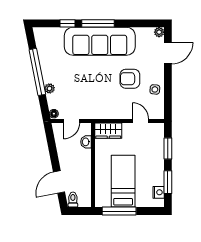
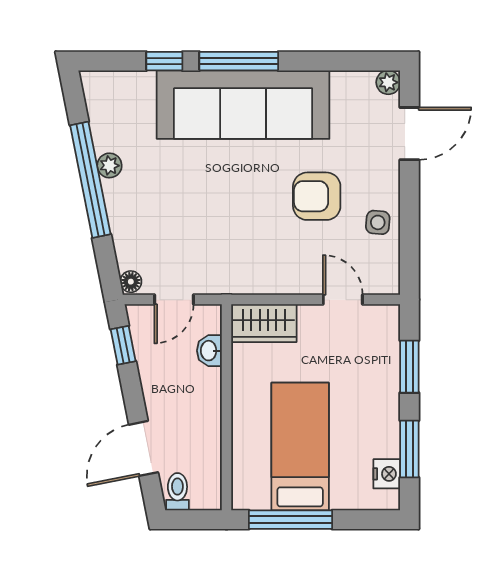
plant: (49, 88) -> (109, 165), moved
window: (51, 140) -> (123, 345), added

